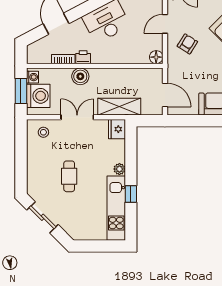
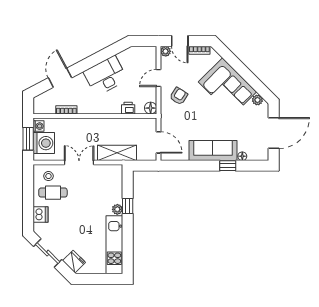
printer: (83, 57) -> (128, 108), moved
boiler: (80, 76) -> (82, 125), removed
fridge: (117, 129) -> (74, 262), moved, turned 135
dishwasher: (35, 175) -> (40, 214), added
cafe table: (69, 176) -> (53, 193), moved, turned 90
window: (131, 194) -> (128, 206), moved

